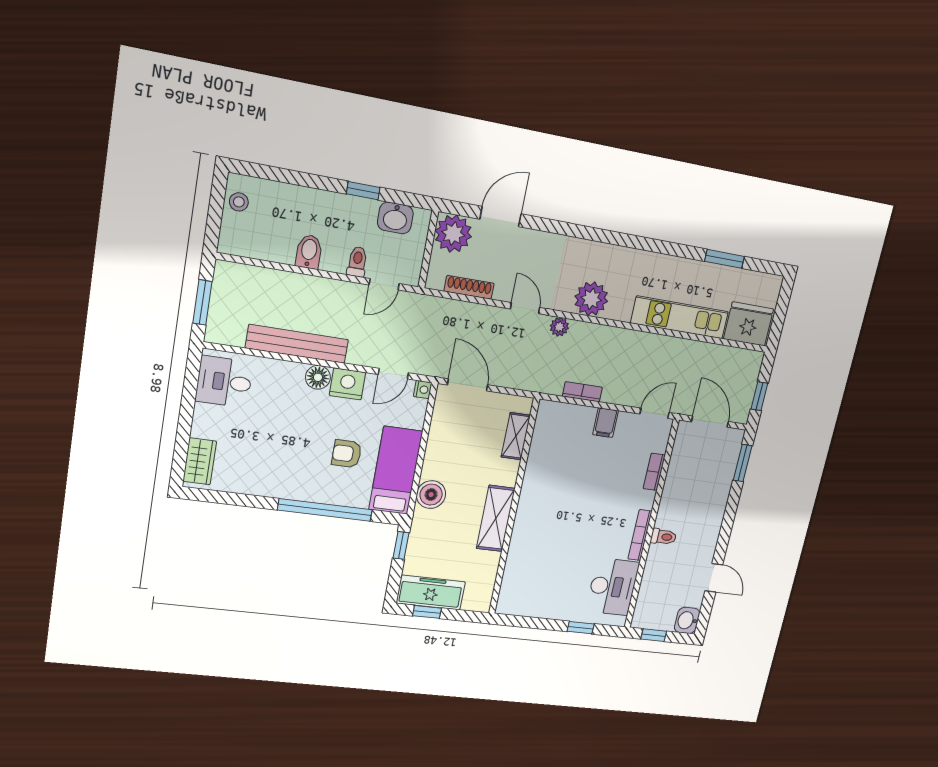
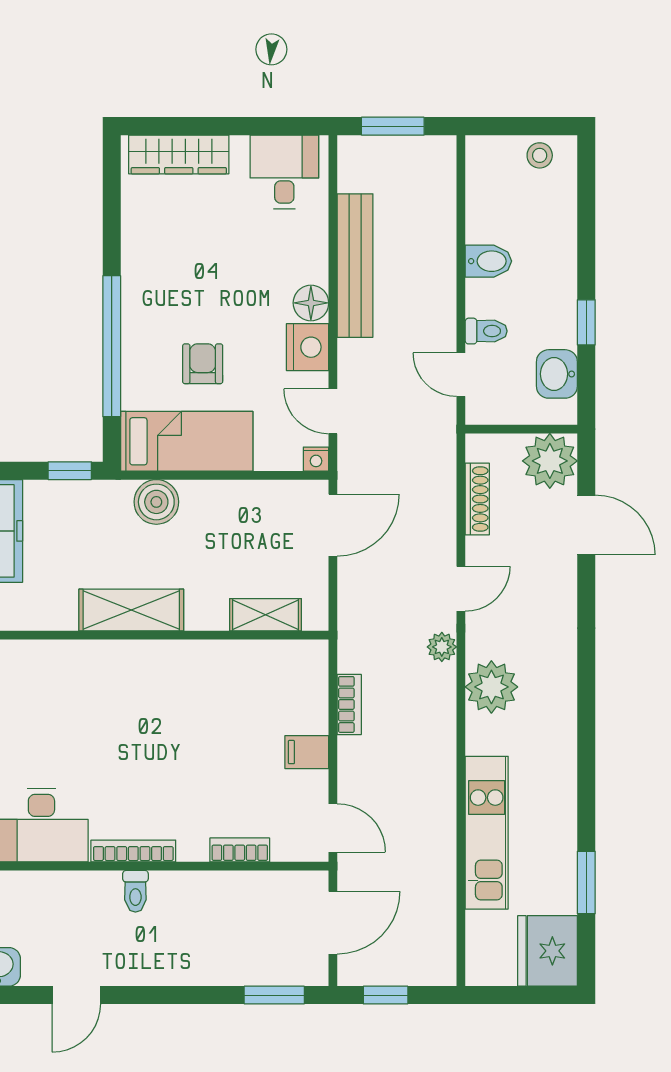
fridge: (749, 324) -> (548, 951), moved, turned 180
wardrobe: (200, 461) -> (179, 154), width x1.50

